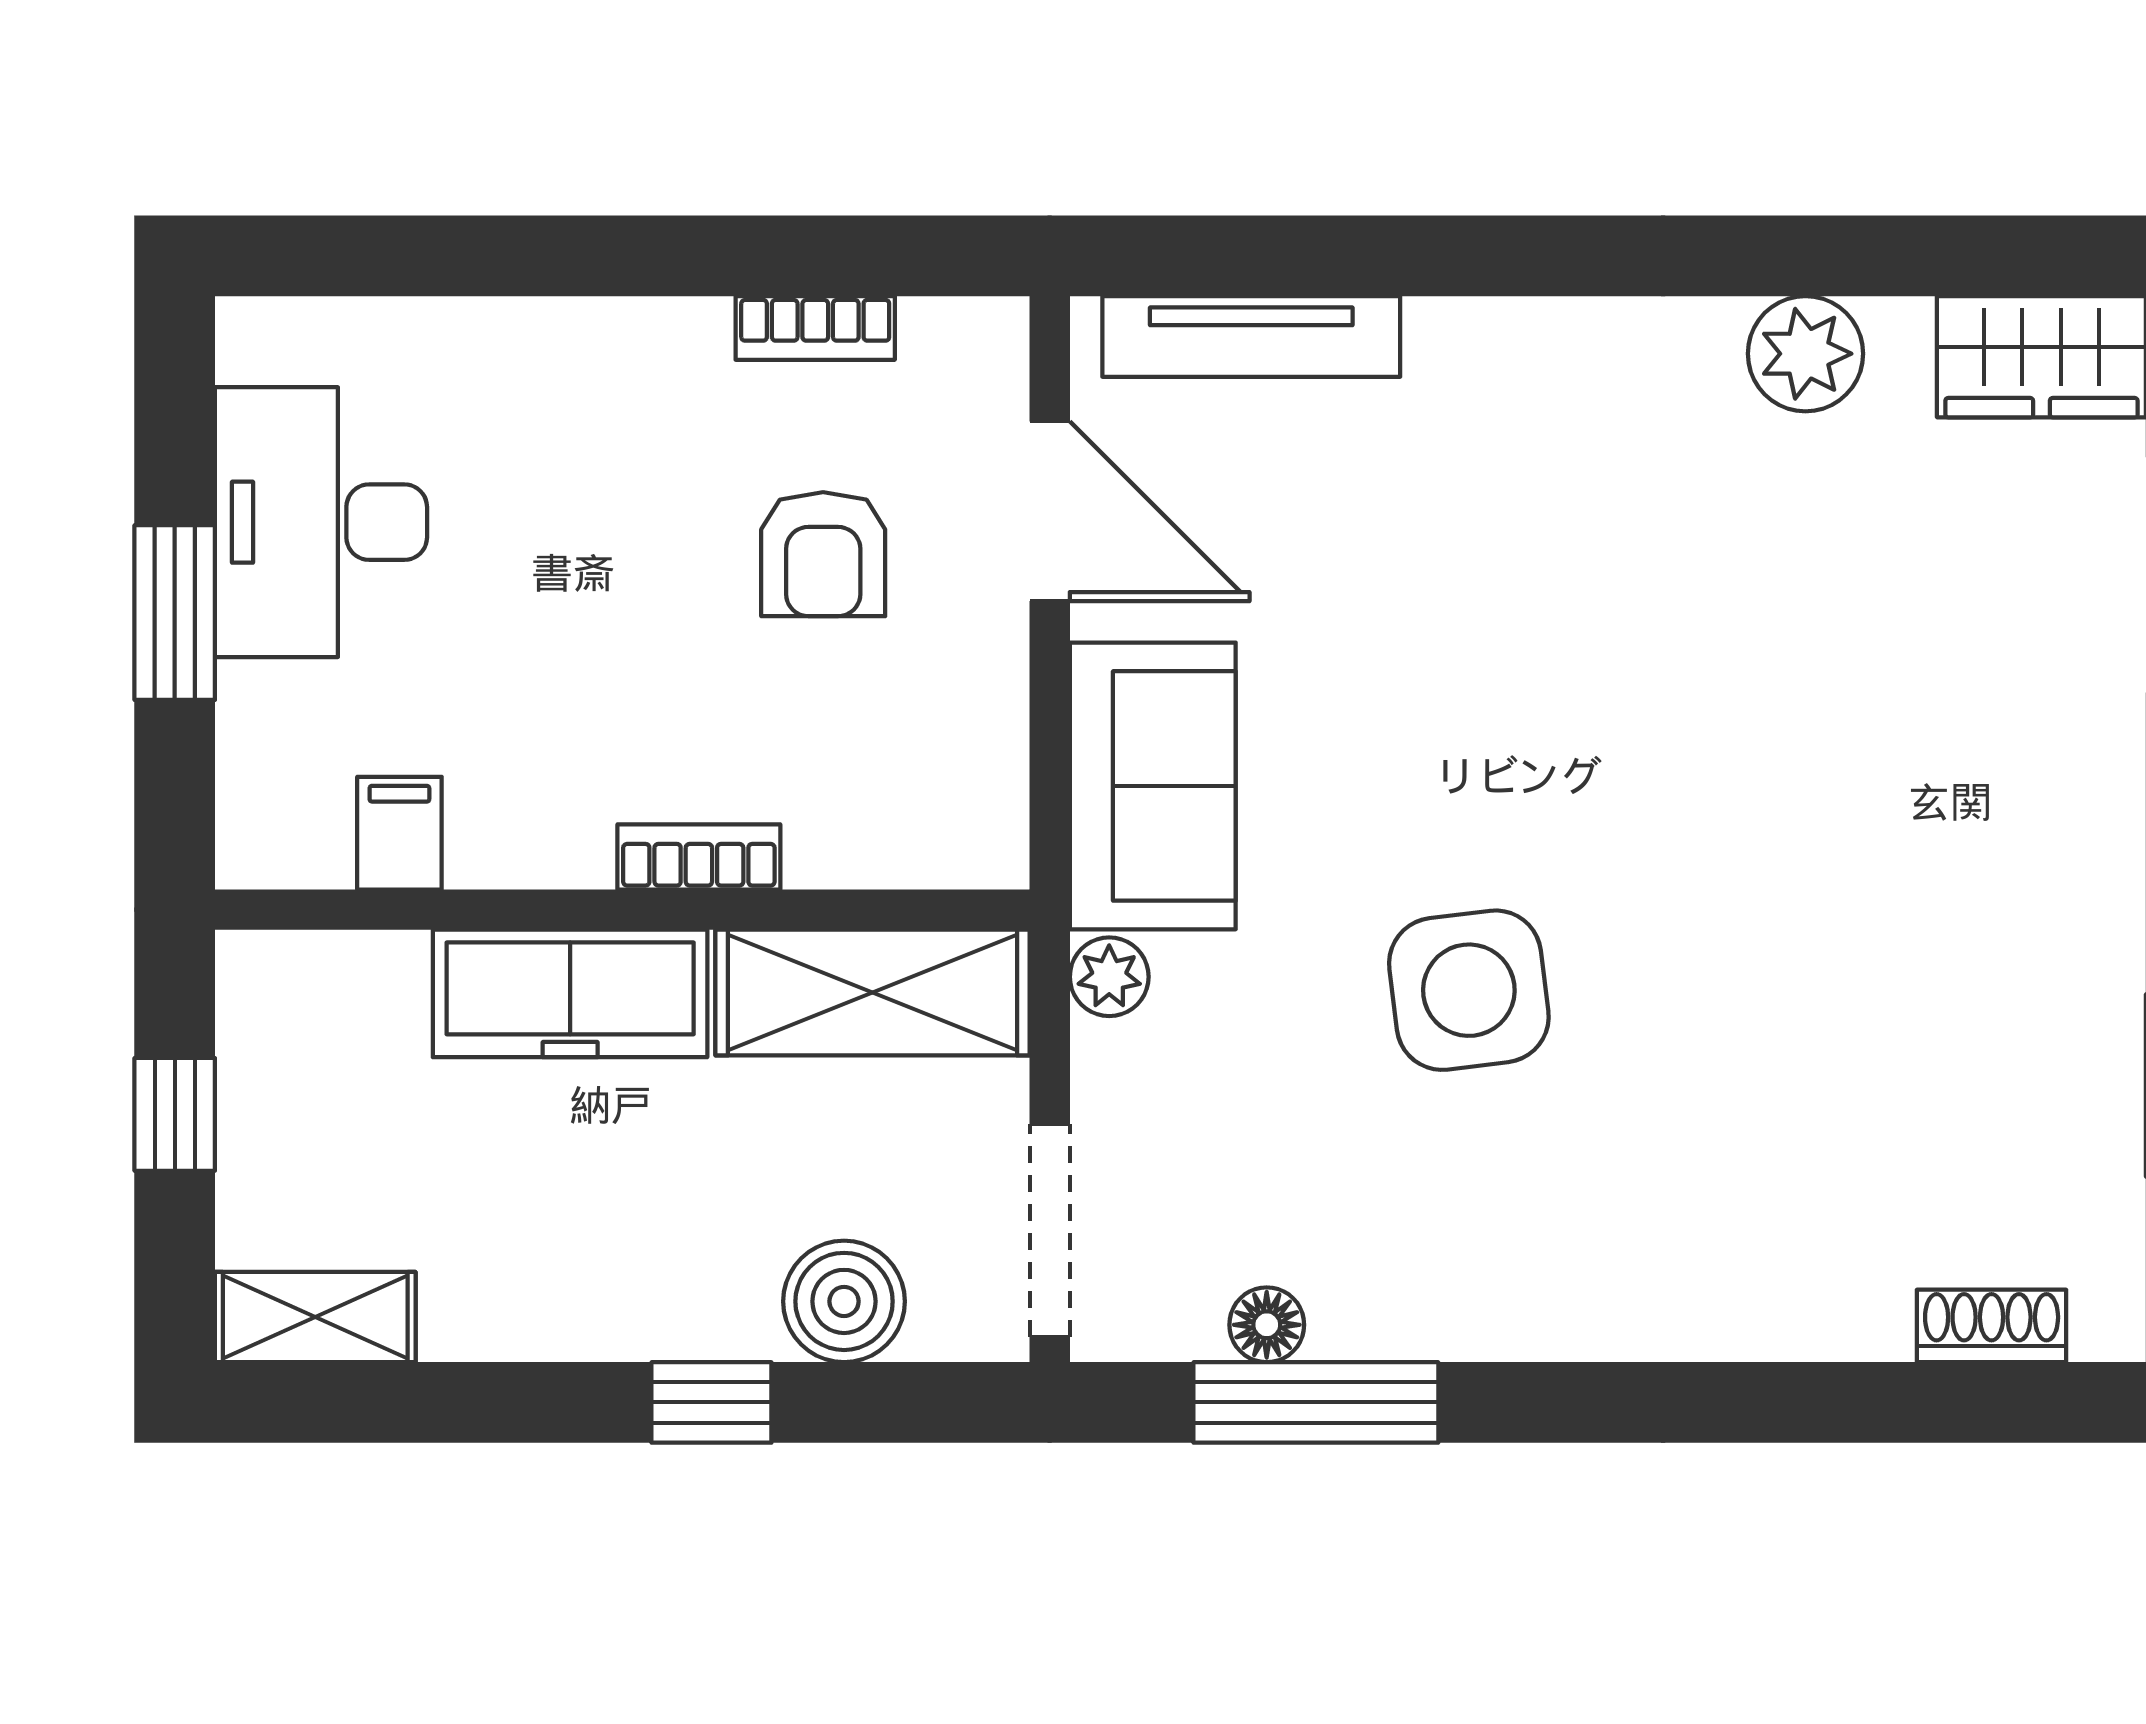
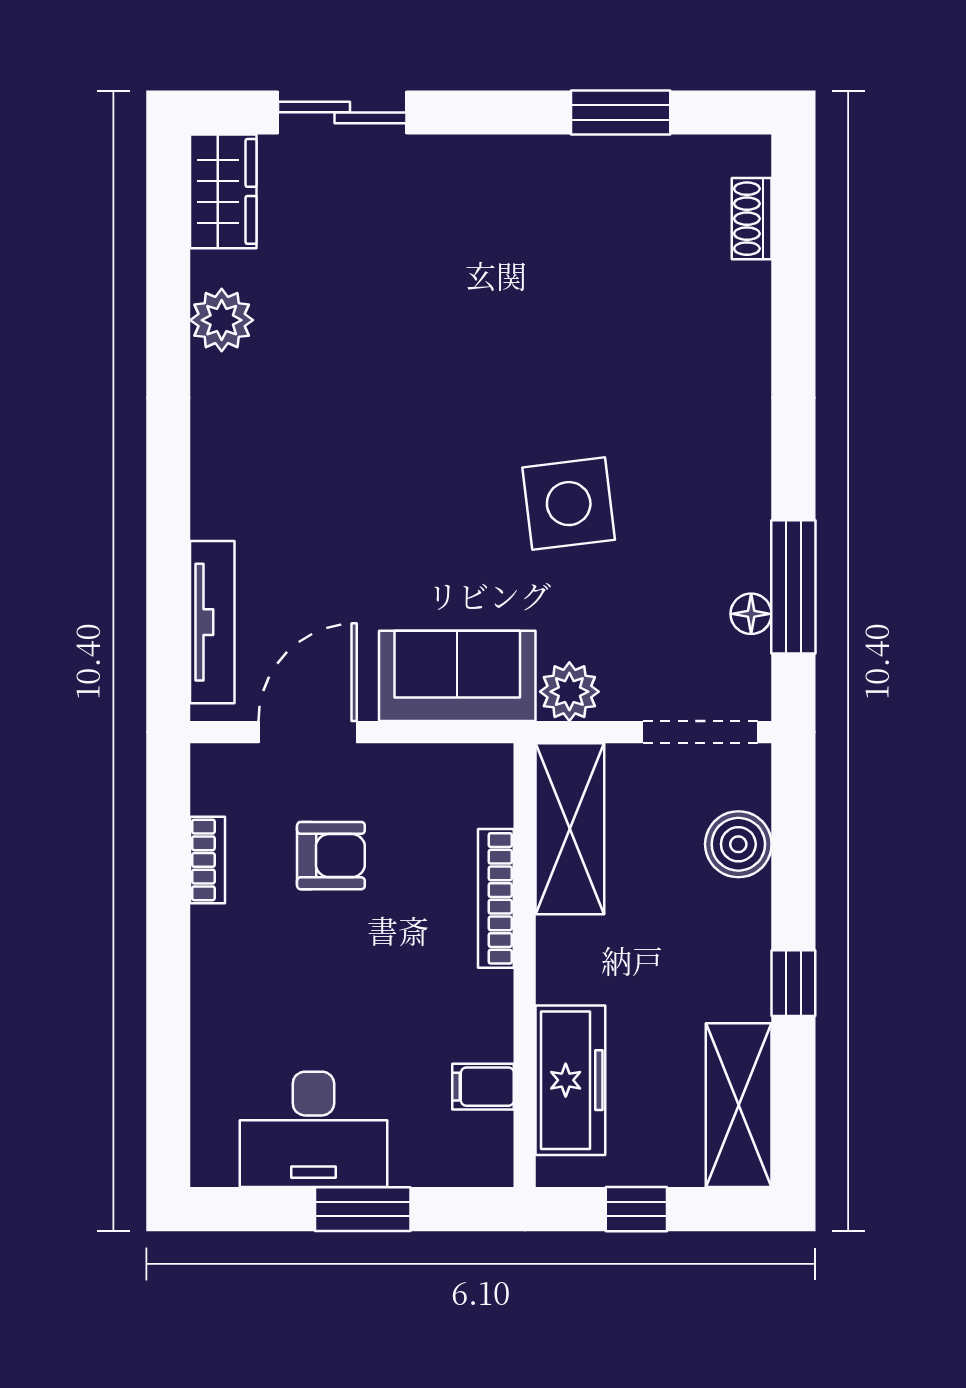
bookcase: (699, 857) -> (496, 898), width x1.56
plant: (1109, 977) -> (569, 692), width x1.38, depth x1.38
freezer: (570, 993) -> (570, 1080), moved
shelving: (315, 1317) -> (739, 1105), width x1.50, depth x1.33
window: (711, 1402) -> (793, 983), moved

